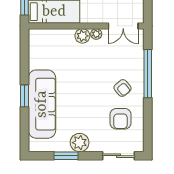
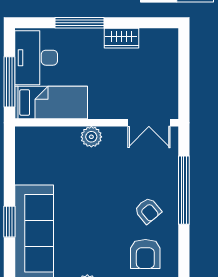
plant: (96, 34) -> (111, 134), removed

